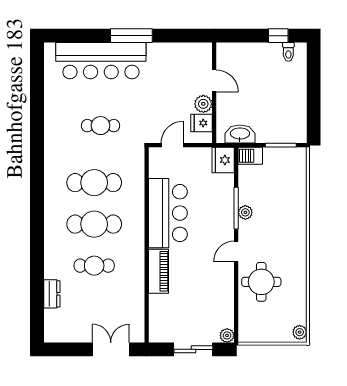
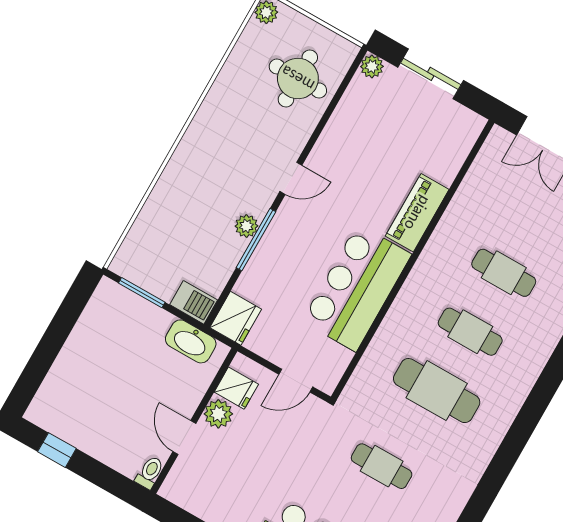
toilet: (288, 52) -> (150, 472), moved
cafe table: (94, 224) -> (470, 332), width x0.73, depth x0.74
round table: (261, 282) -> (298, 78), moved

